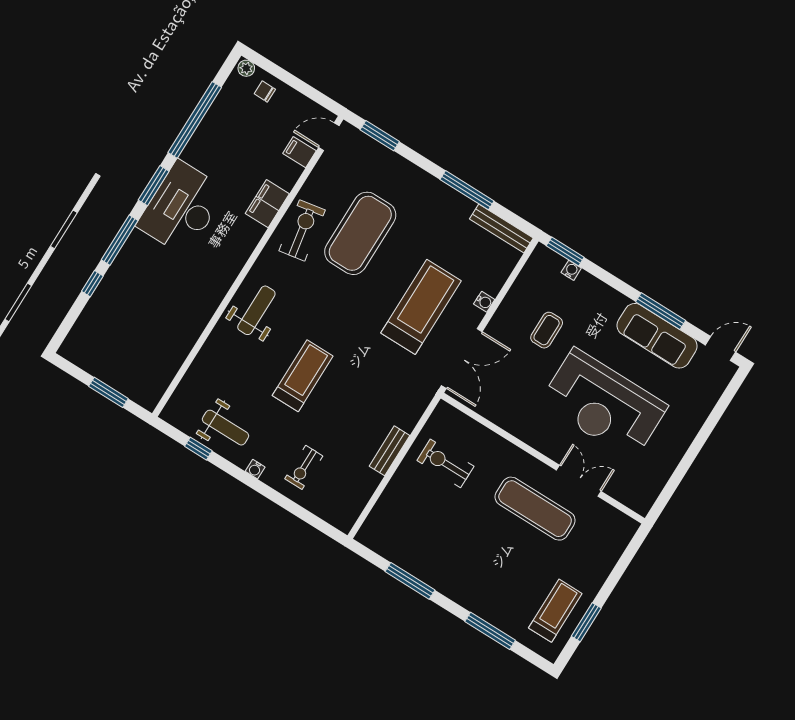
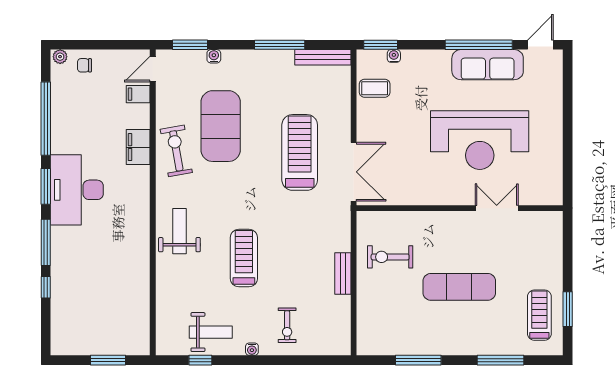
water cooler: (484, 302) -> (214, 56), moved, turned -90
window: (661, 311) -> (479, 45), width x1.46
coffee table: (547, 330) -> (375, 88), moved, turned 90
exercise mat: (535, 509) -> (459, 287), moved

